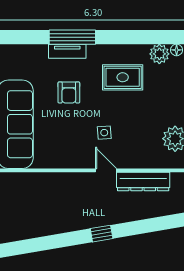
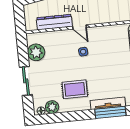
tv unit: (67, 51) -> (108, 103), width x1.41
armchair: (69, 92) -> (109, 76), removed

